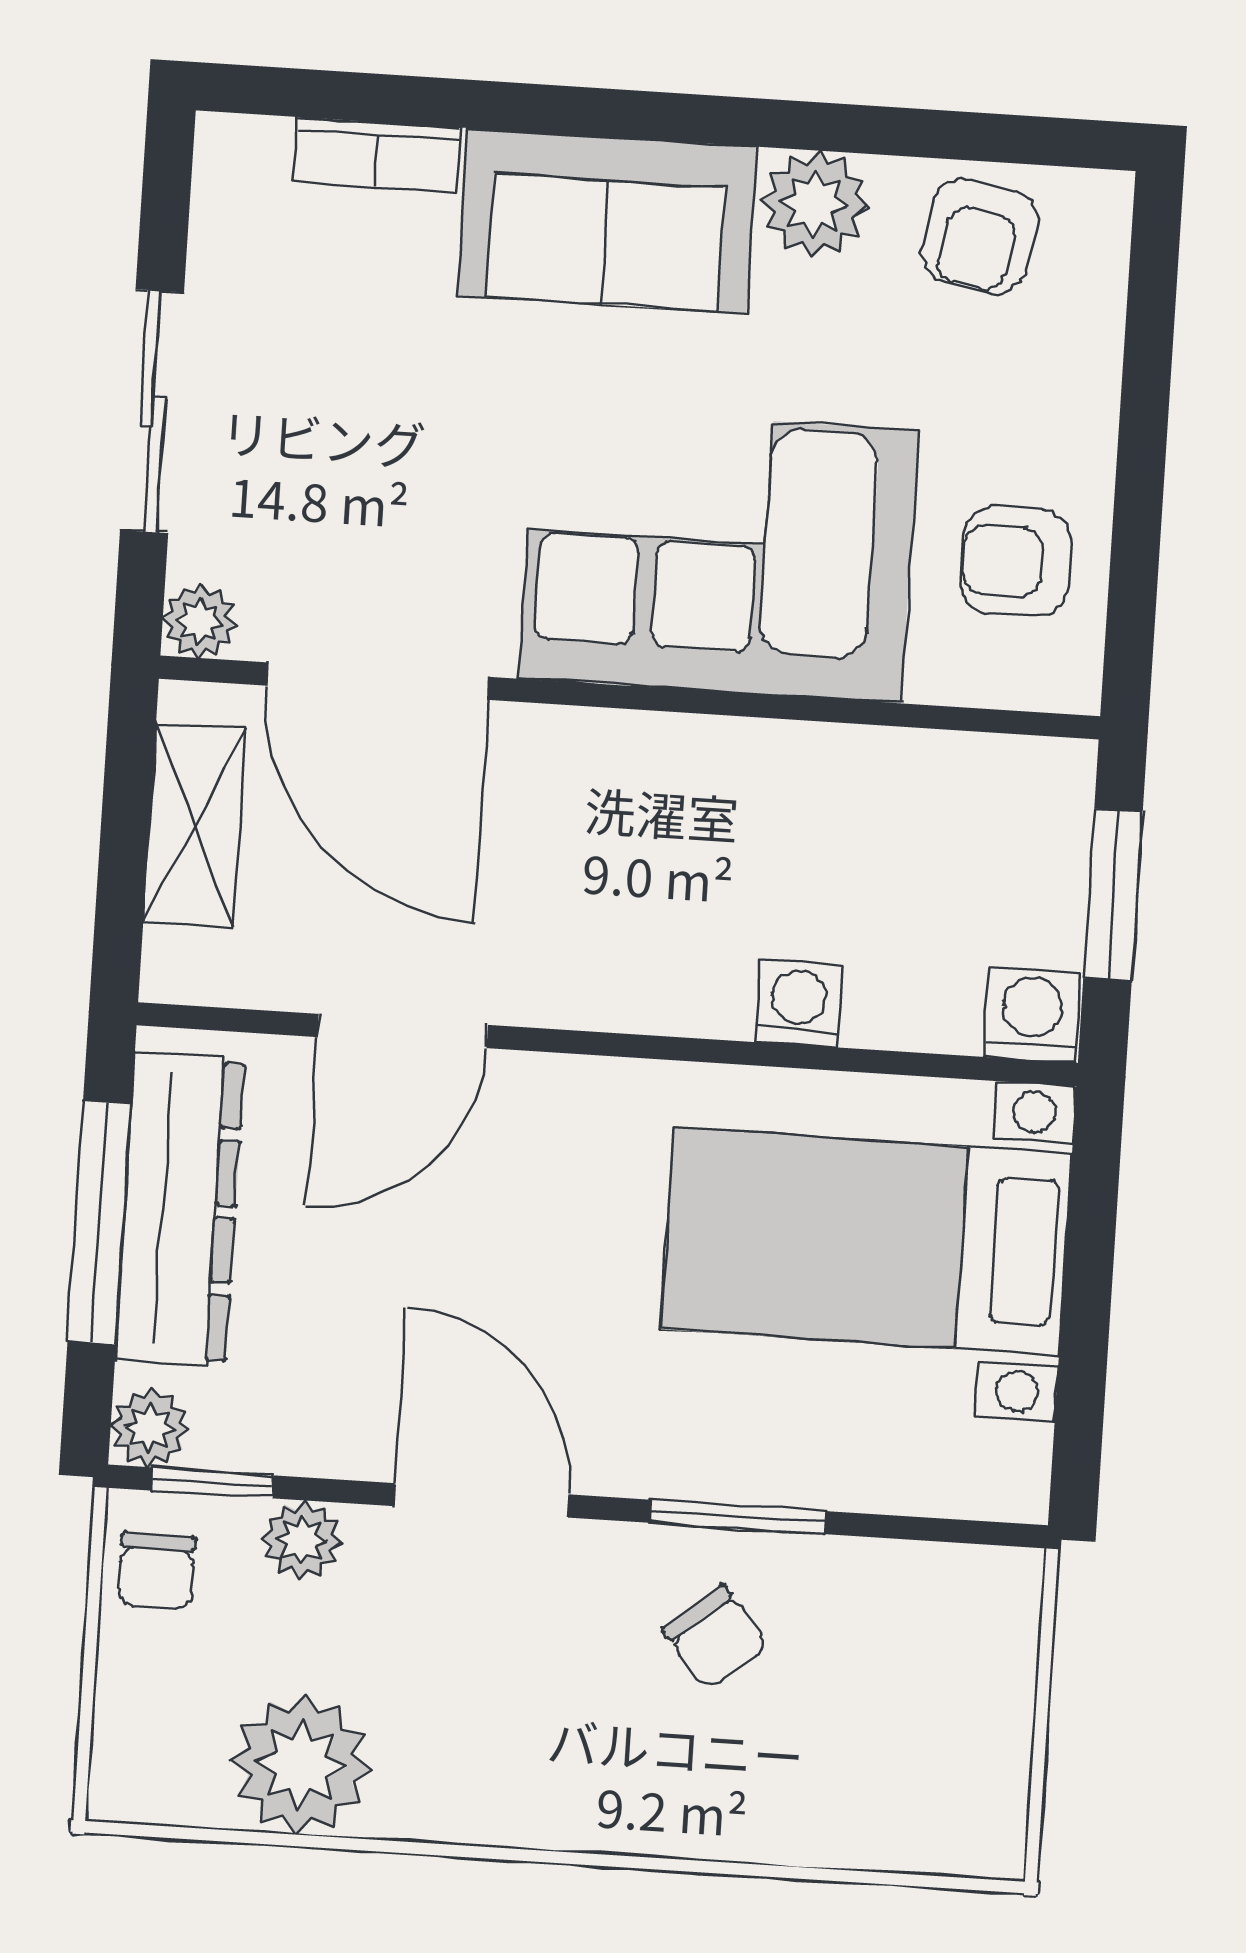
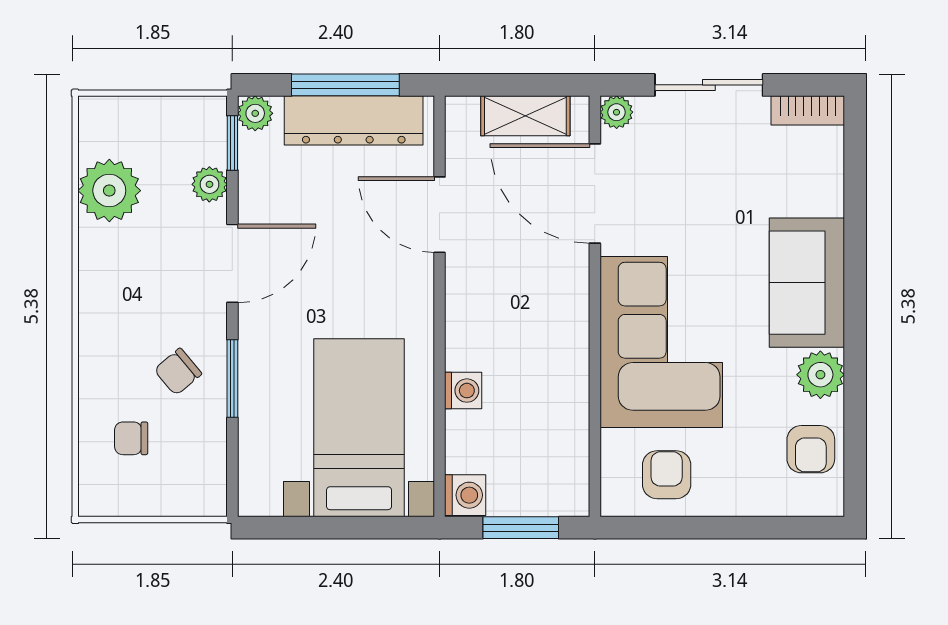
bookcase: (377, 155) -> (808, 110), moved, turned -90
armchair: (980, 236) -> (811, 449), turned -101
door: (378, 681) -> (595, 194), hinge flipped
chair: (157, 1571) -> (131, 438), moved

